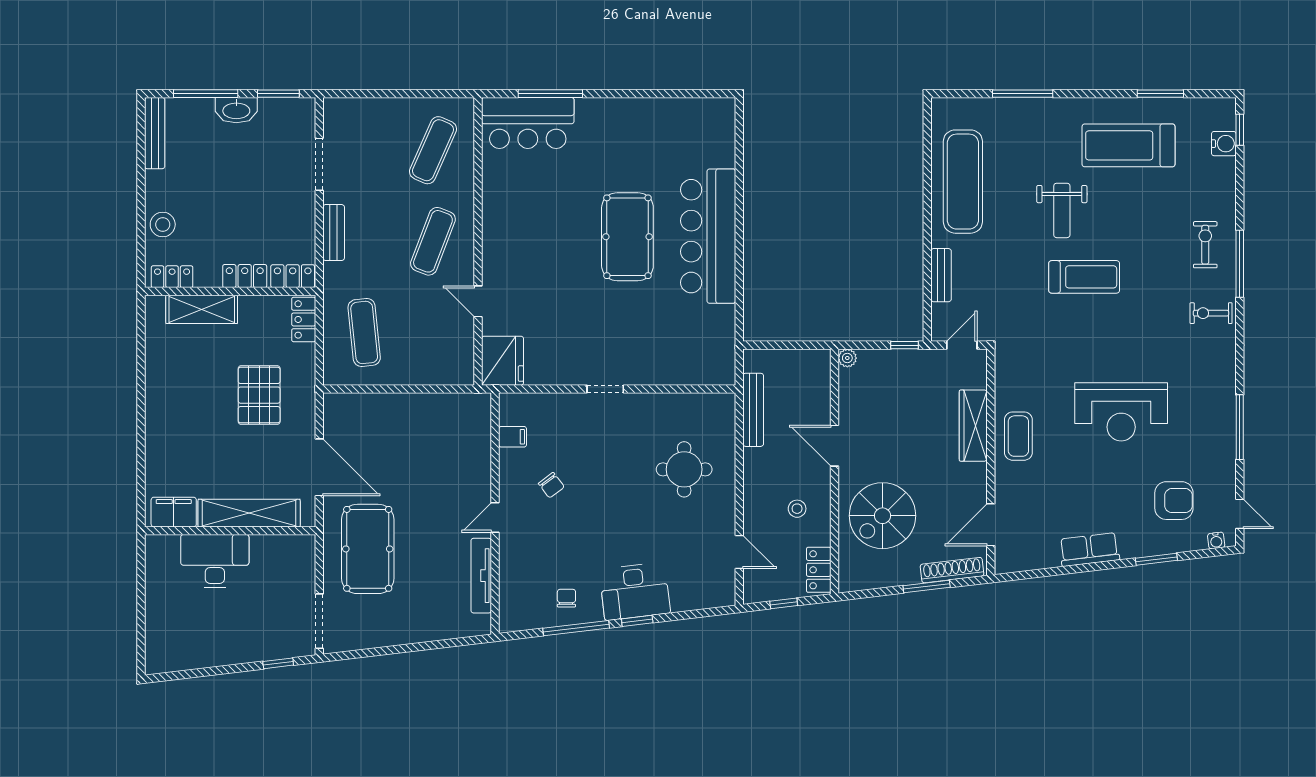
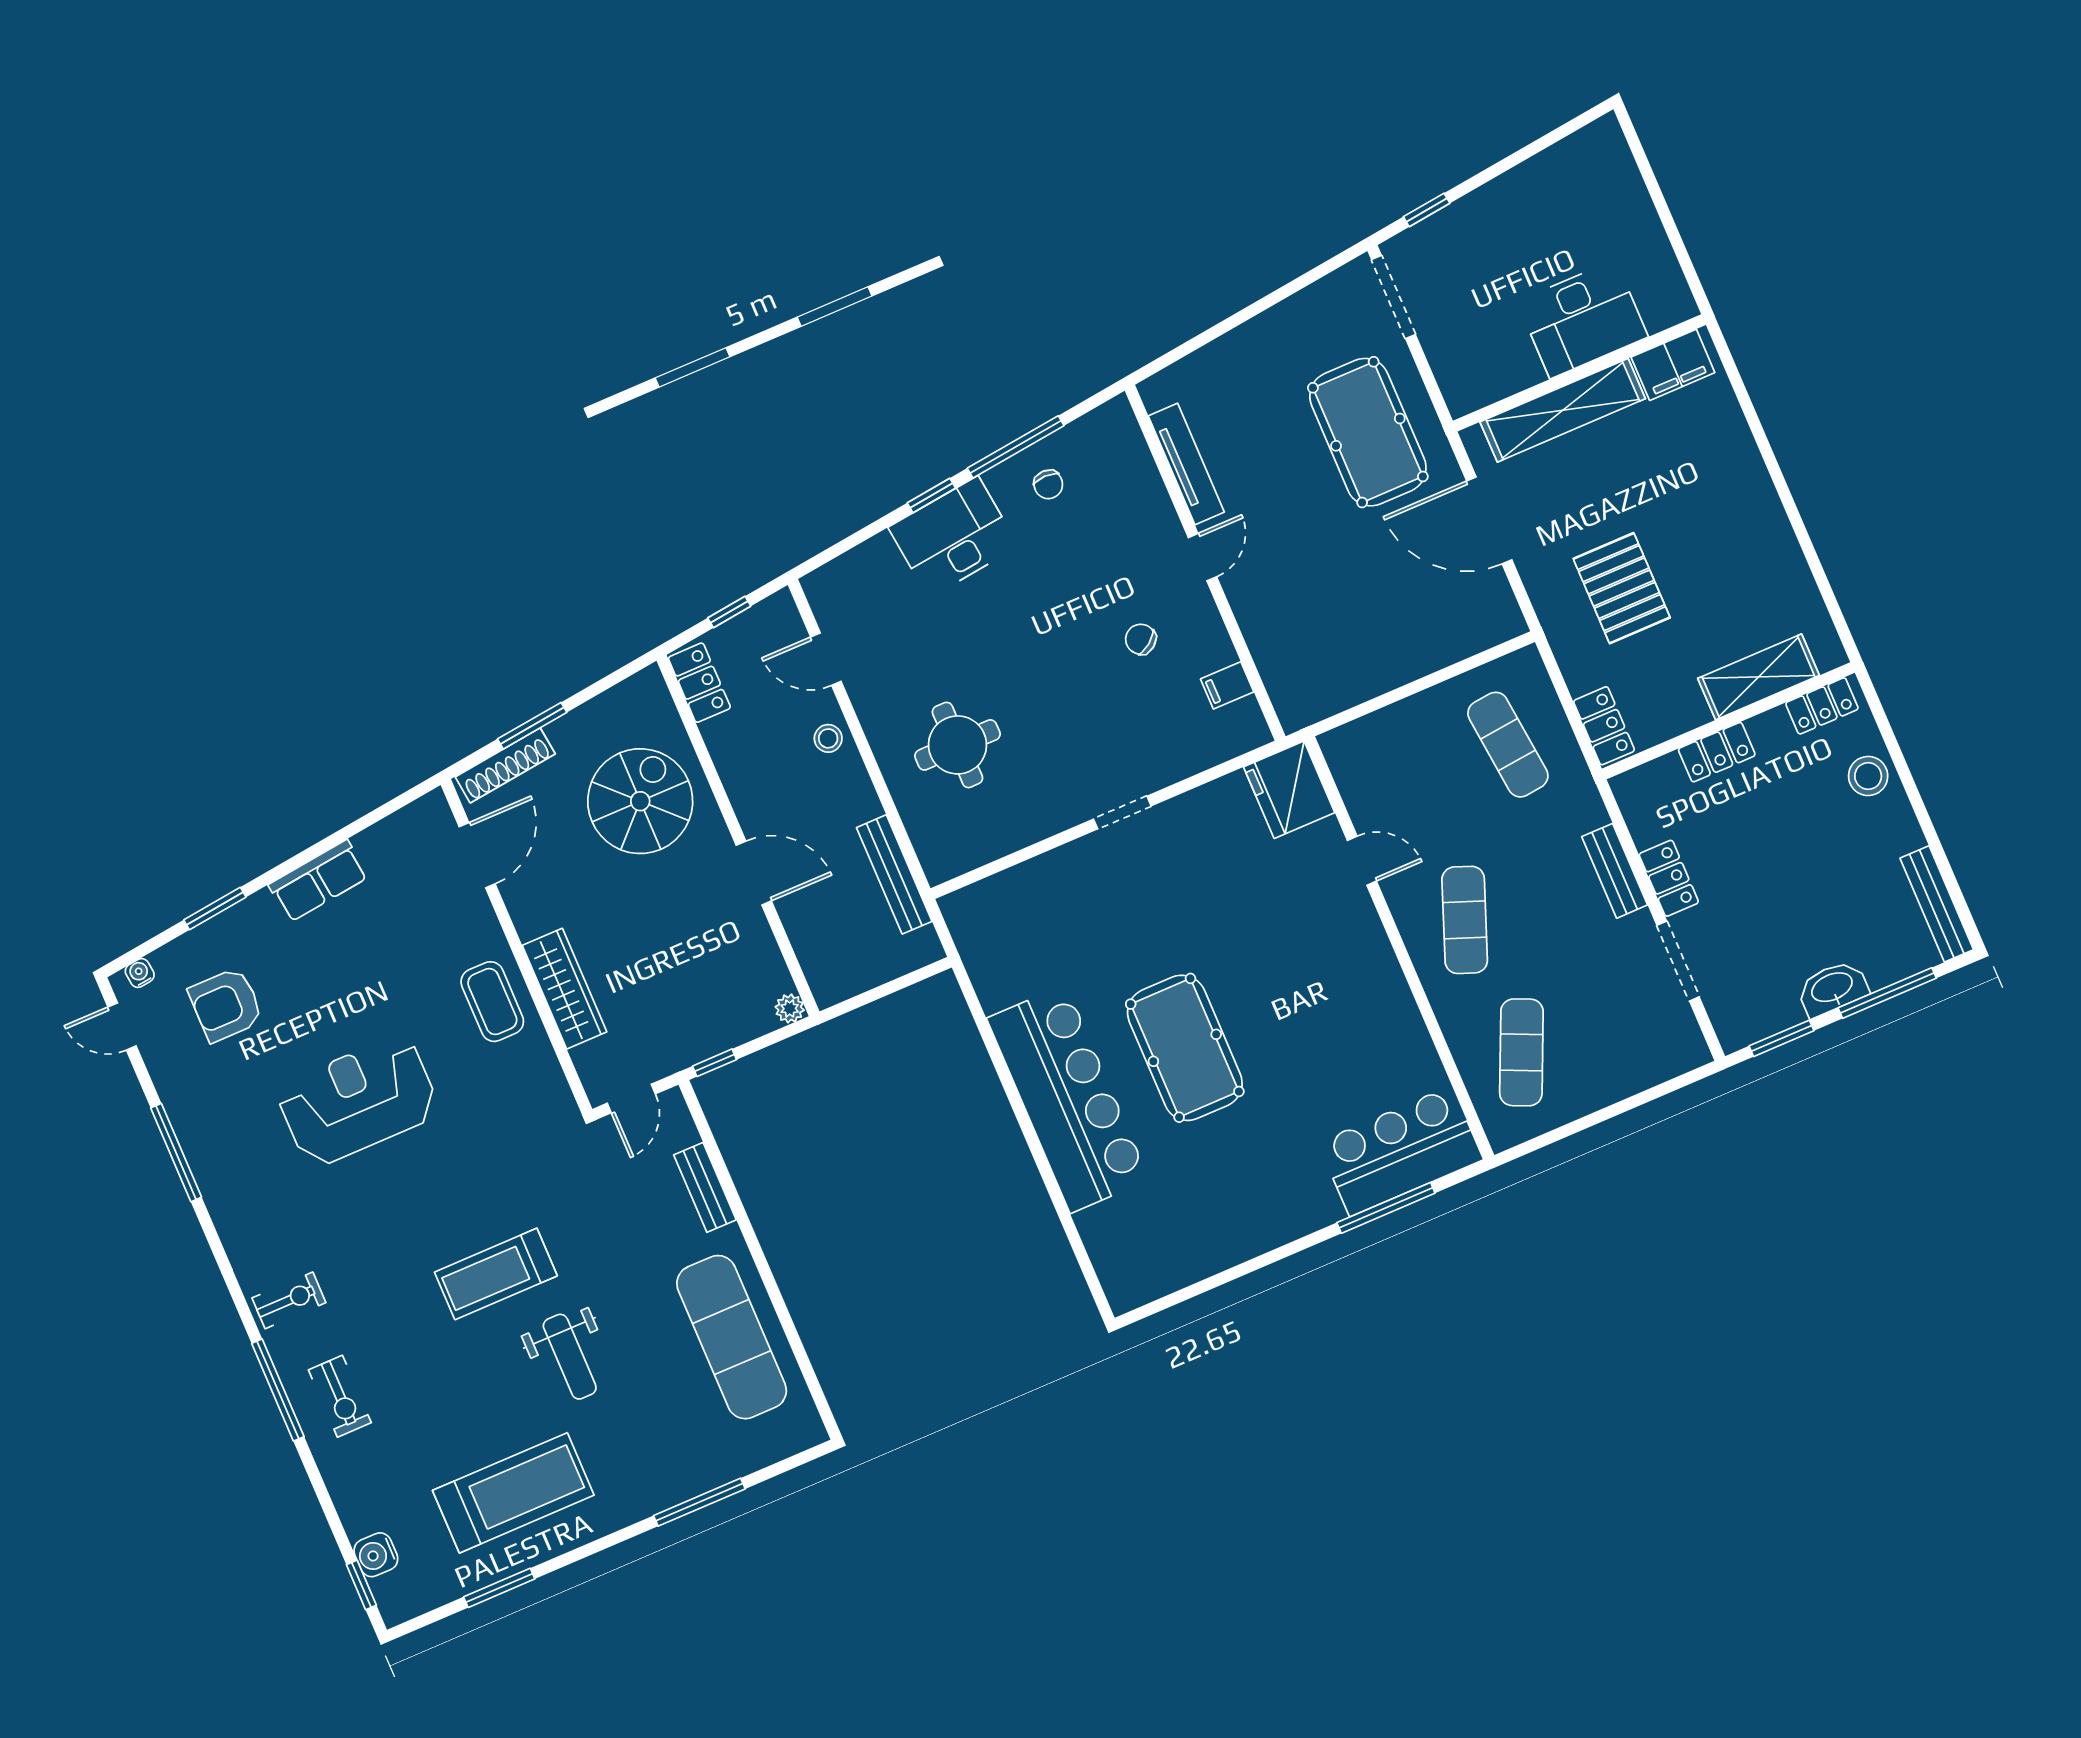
weight bench: (1062, 210) -> (570, 1357), turned 180
locker: (293, 276) -> (1669, 878), moved, turned -90
stool: (797, 509) -> (828, 738), moved

